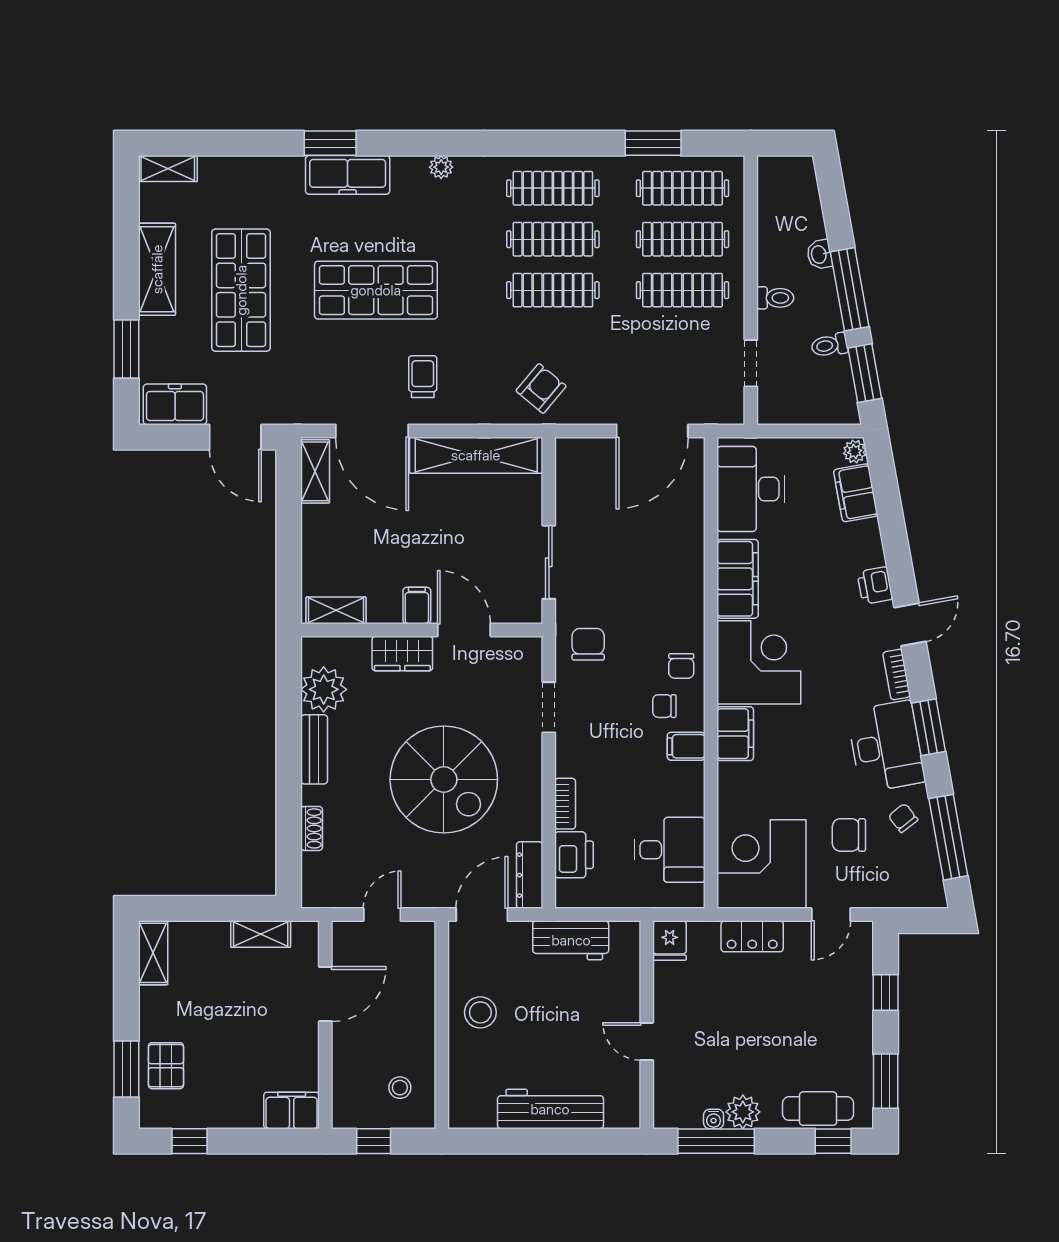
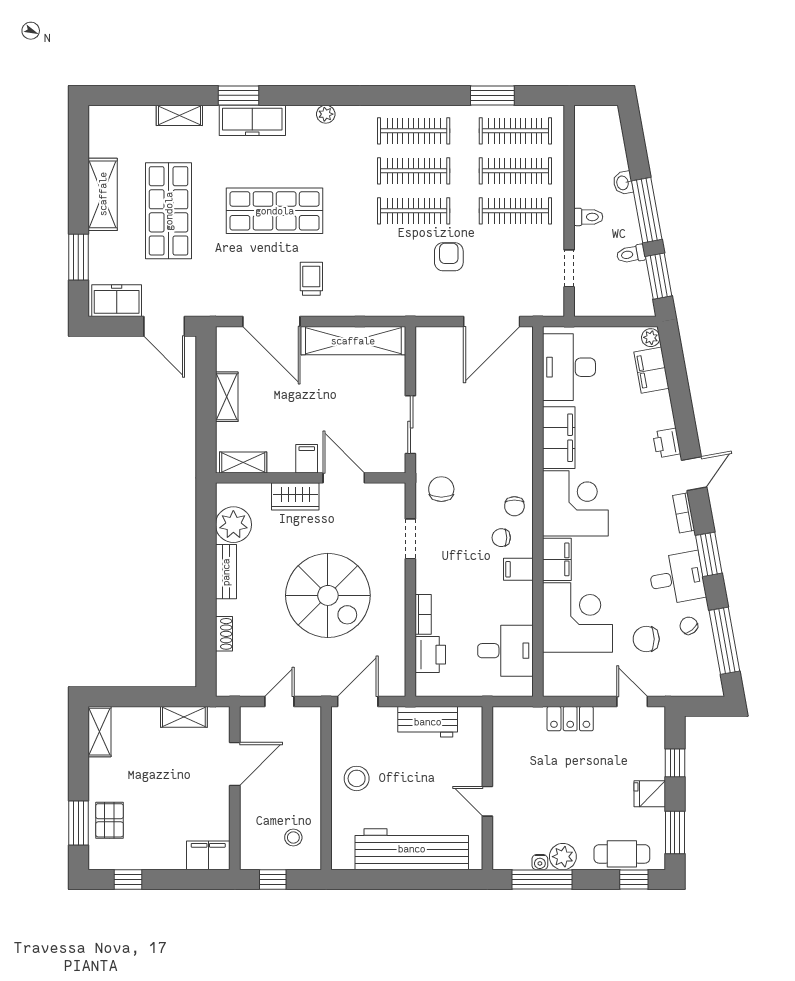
shelving: (168, 169) -> (179, 115), moved
armchair: (541, 388) -> (449, 257), moved, turned -40
shelving: (315, 471) -> (227, 397), moved
desk: (886, 746) -> (677, 578), width x0.73
corner desk: (762, 864) -> (578, 617), moved, turned 90
dresser: (530, 875) -> (395, 671), removed
door: (831, 915) -> (632, 702), swing flipped
fridge: (670, 941) -> (650, 794), moved, turned 90
workbench: (550, 1109) -> (412, 849), width x1.36, depth x1.32

